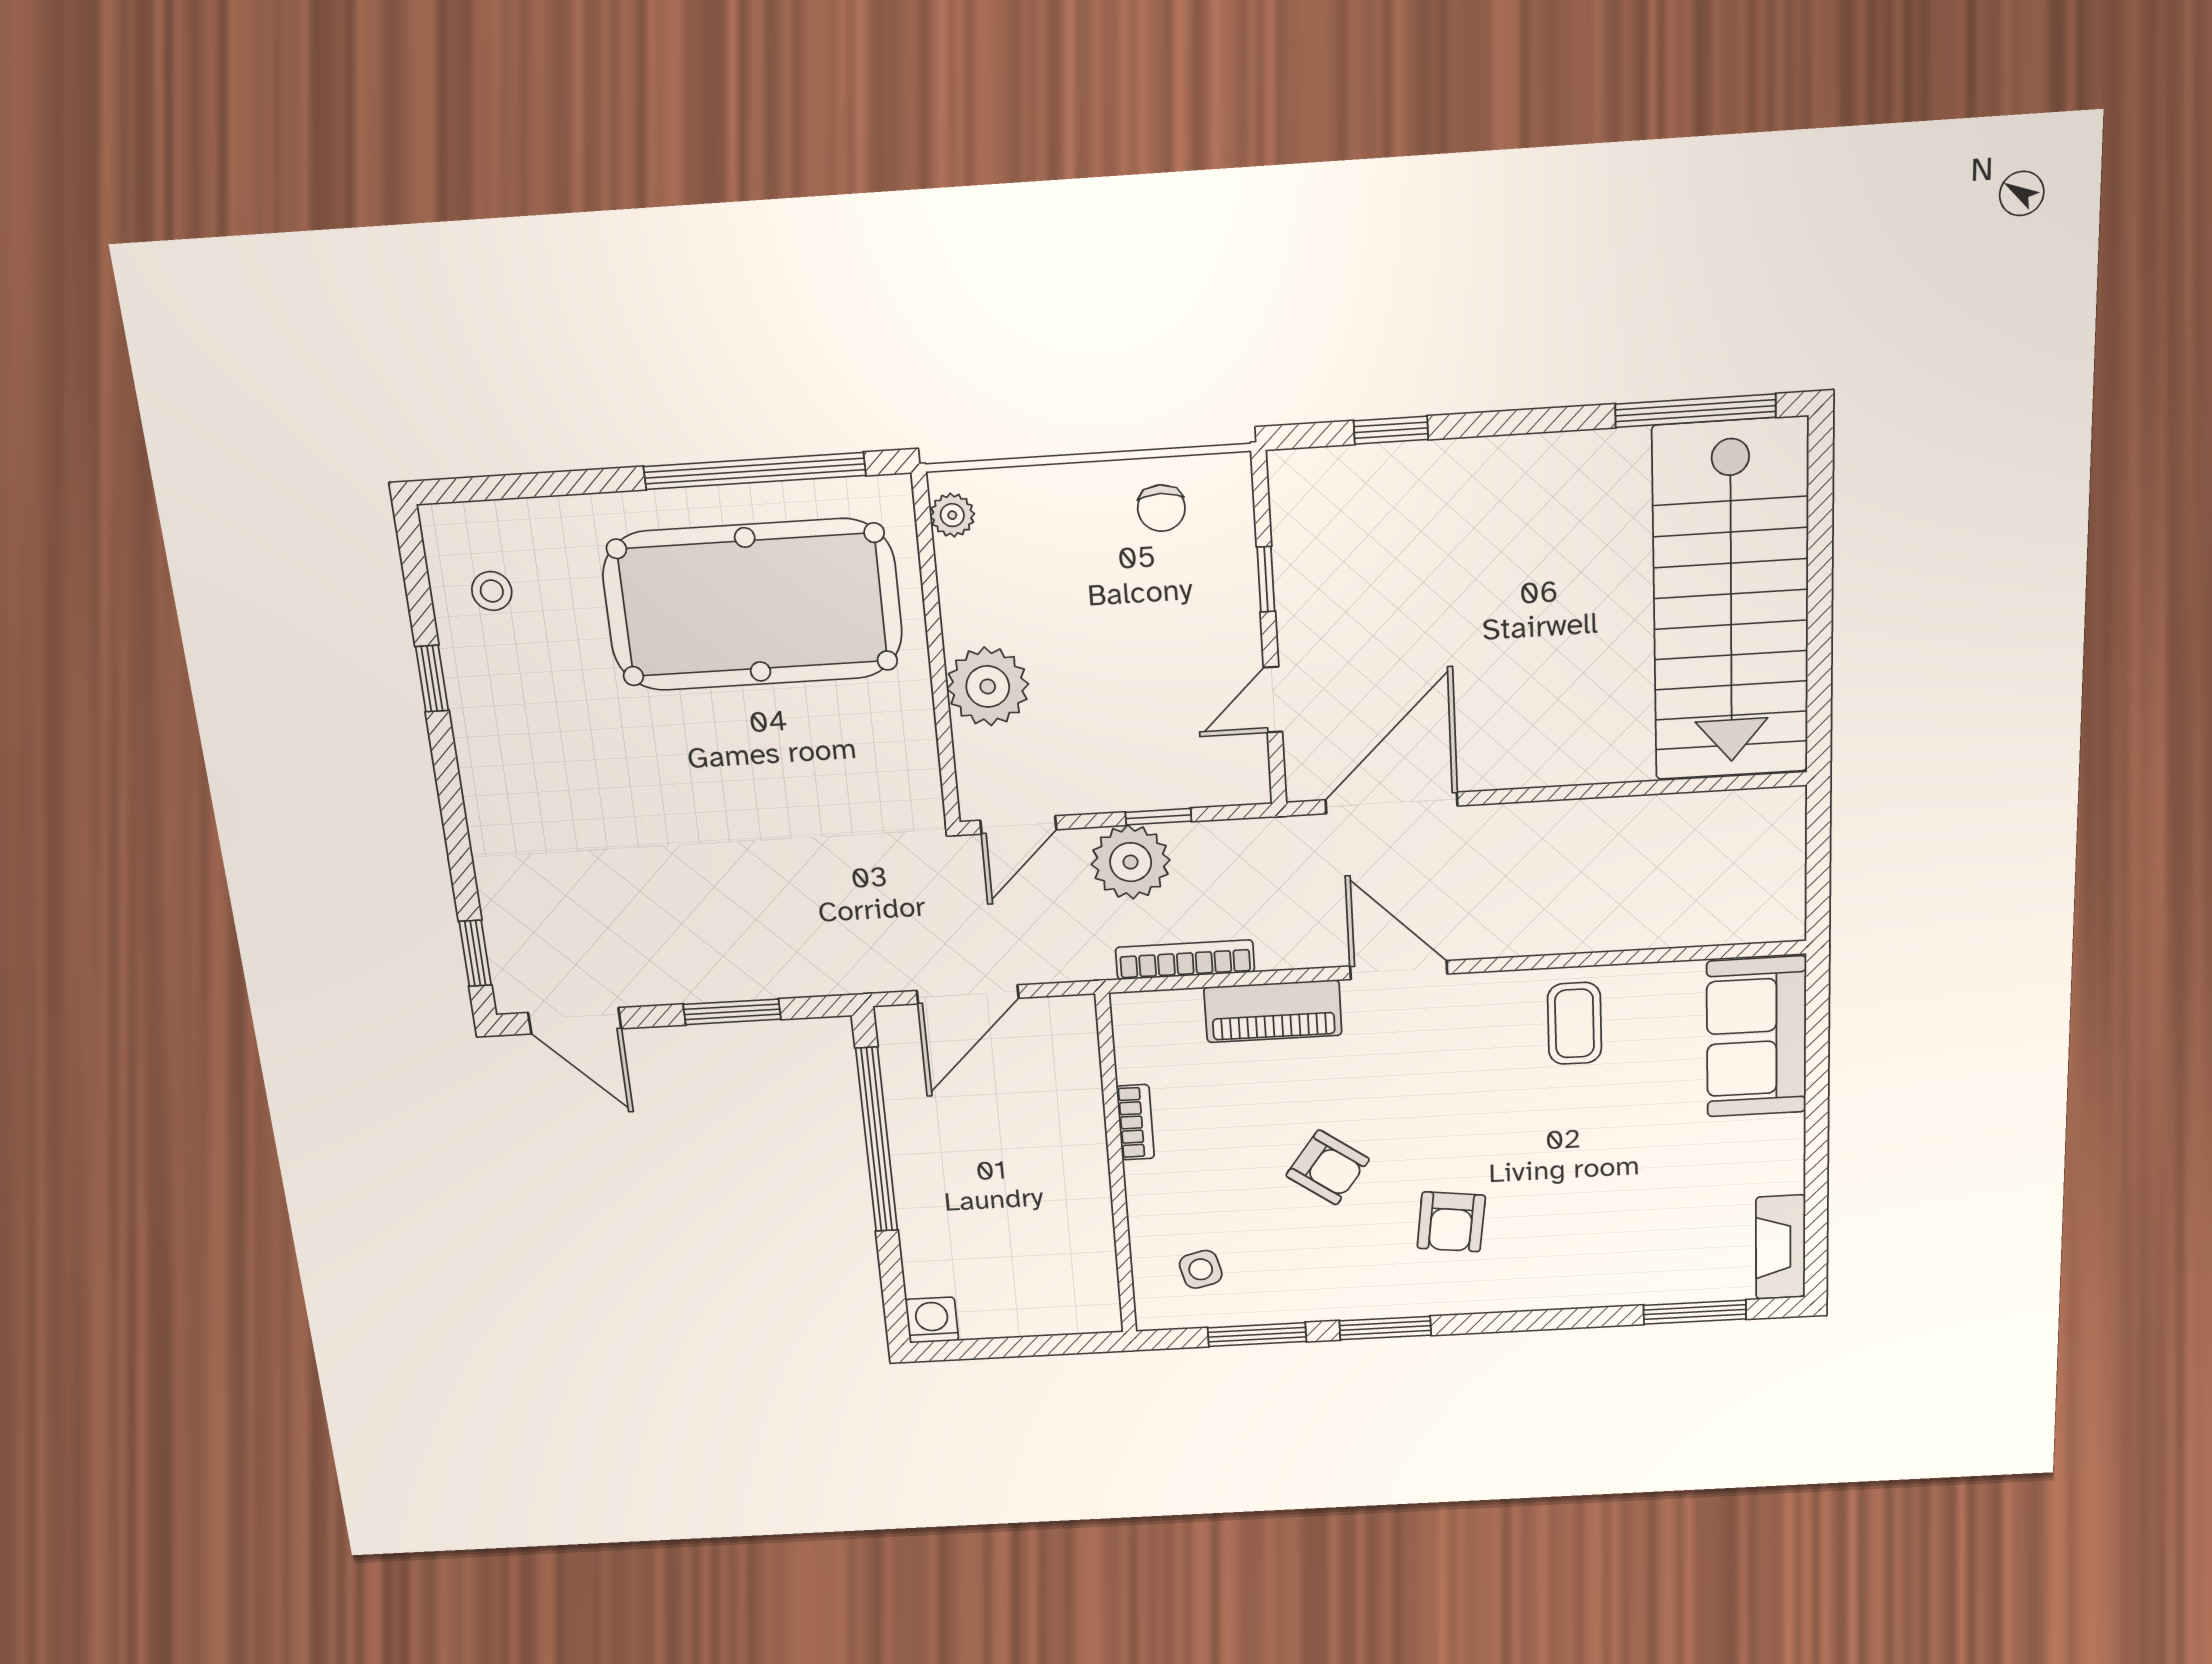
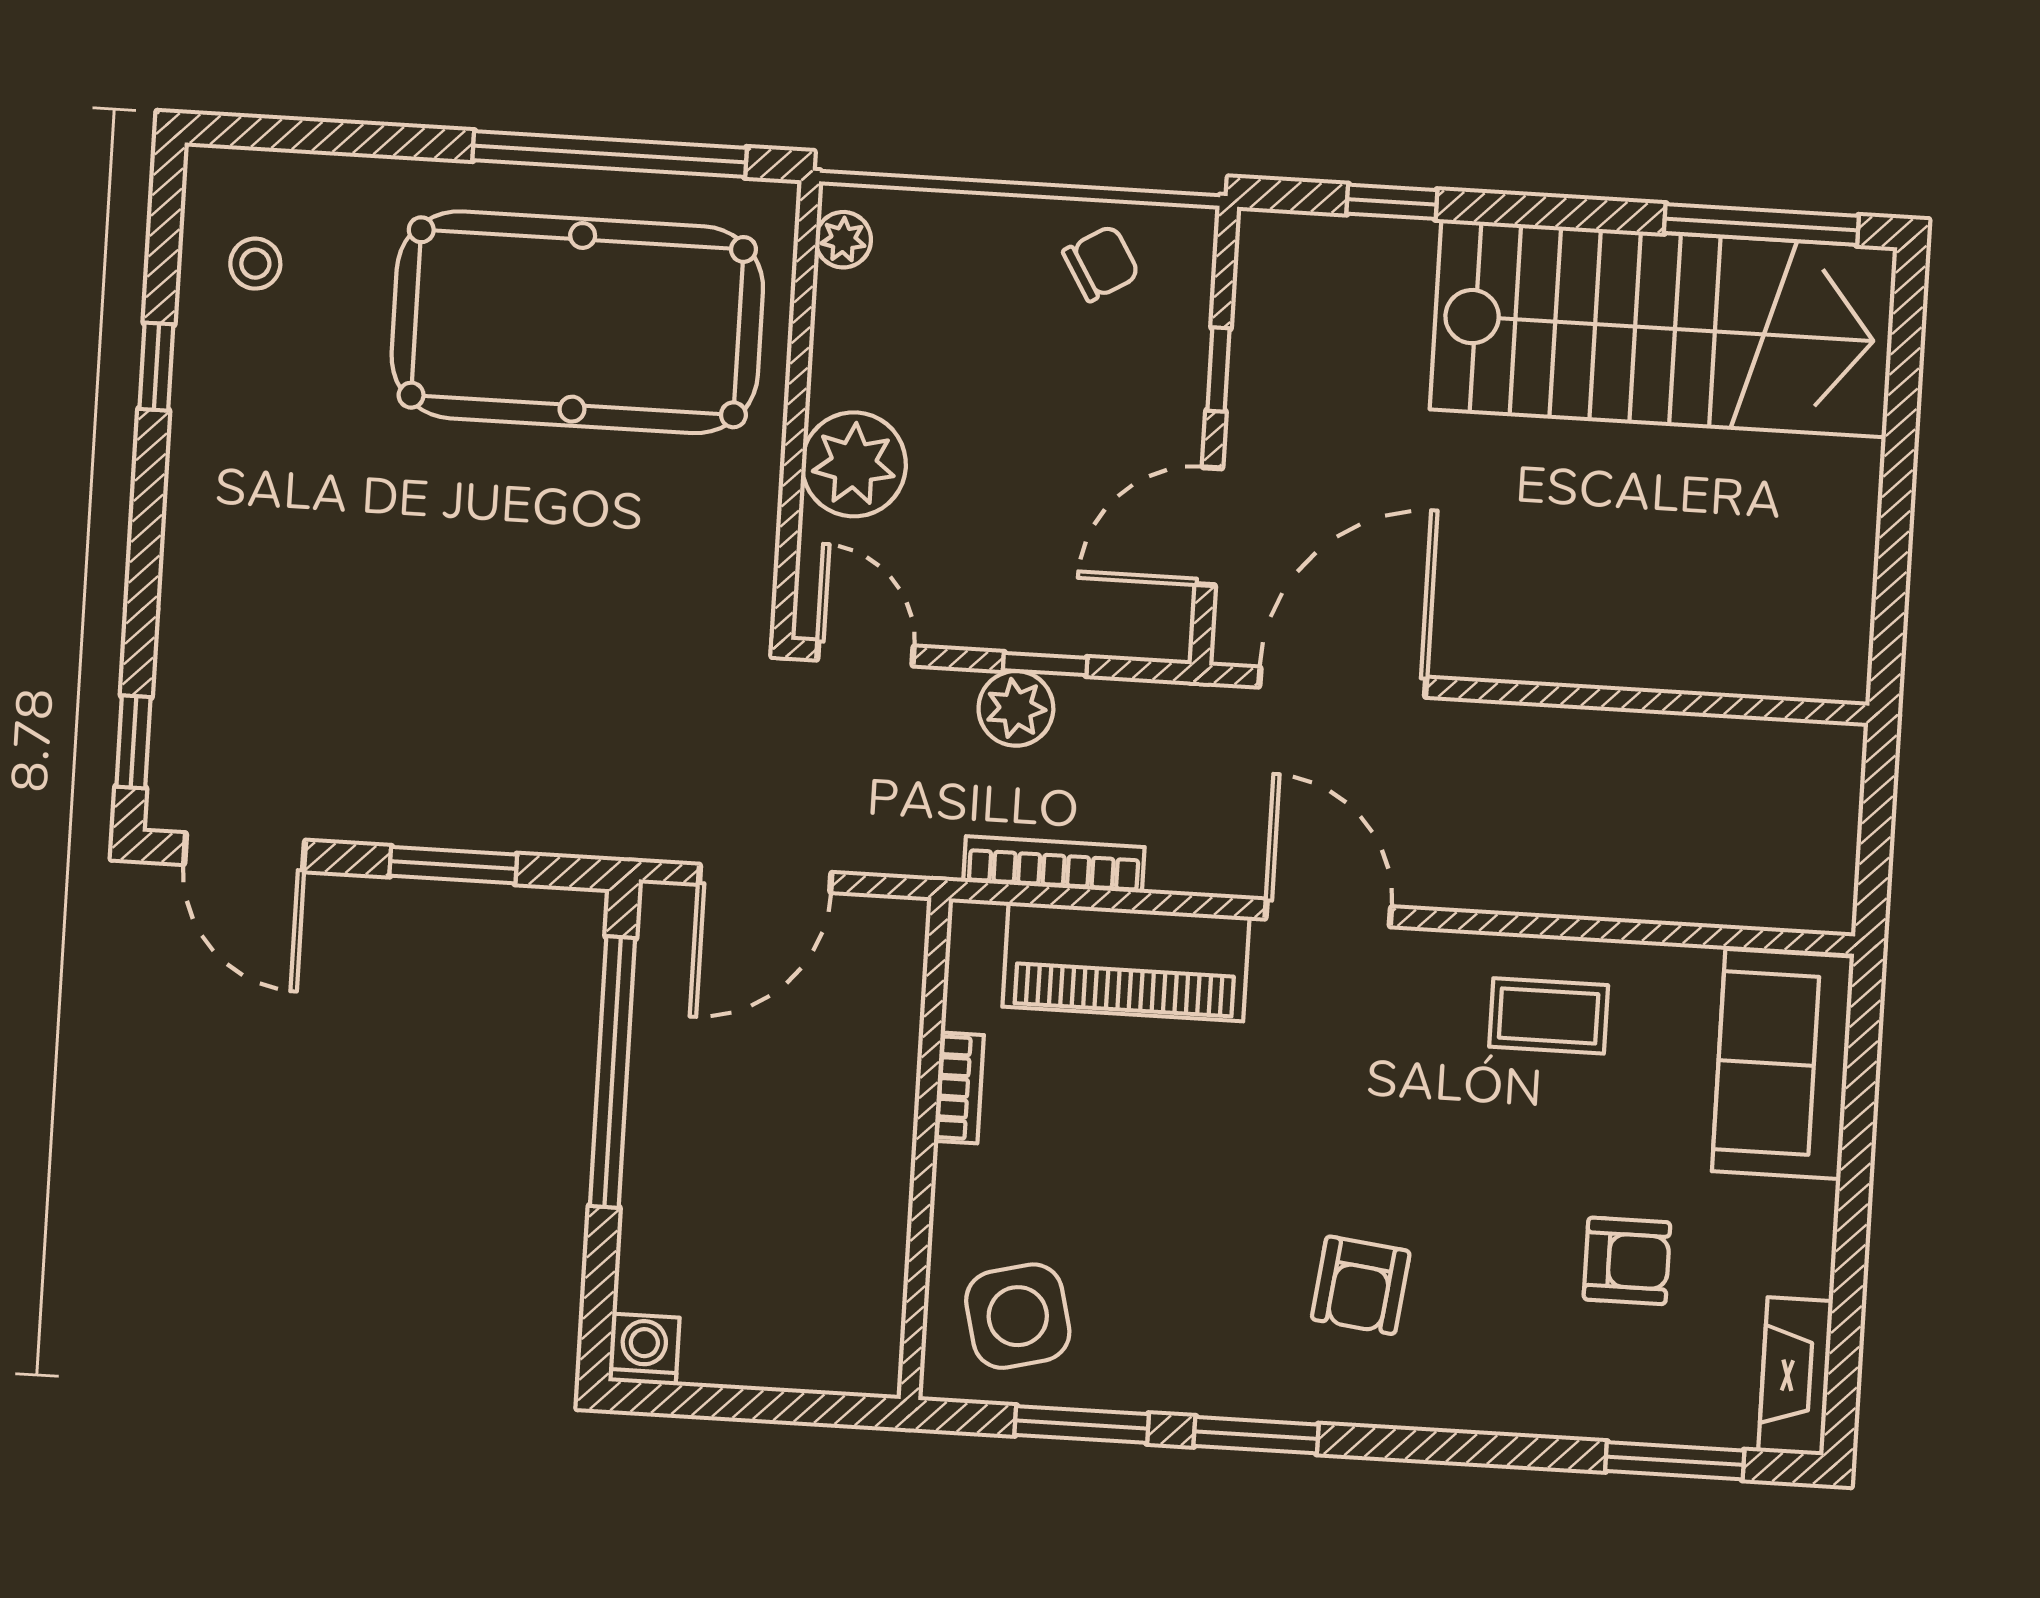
chair: (1161, 508) -> (1101, 263), turned -121
stairs: (1731, 601) -> (1664, 328), moved, turned -90
door: (1273, 700) -> (1209, 526), width x1.38
door: (1018, 825) -> (865, 653), swing flipped
plant: (1131, 862) -> (1016, 708), width x0.73, depth x0.73
piano: (1273, 1011) -> (1126, 962), width x1.37, depth x1.33
coffee table: (1574, 1023) -> (1549, 1016), turned 90
armchair: (1328, 1167) -> (1627, 1261), moved, turned -36
side table: (1201, 1269) -> (1018, 1316), width x1.87, depth x1.87

